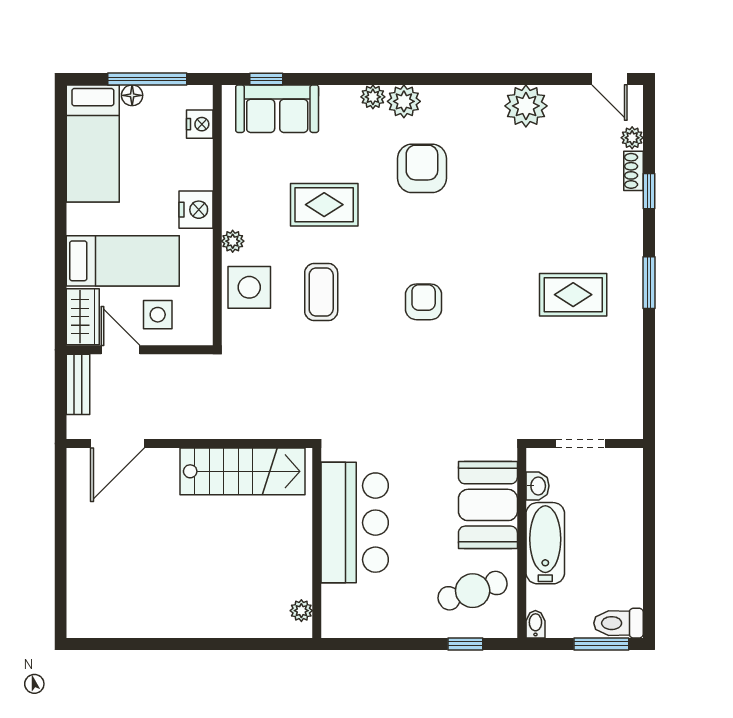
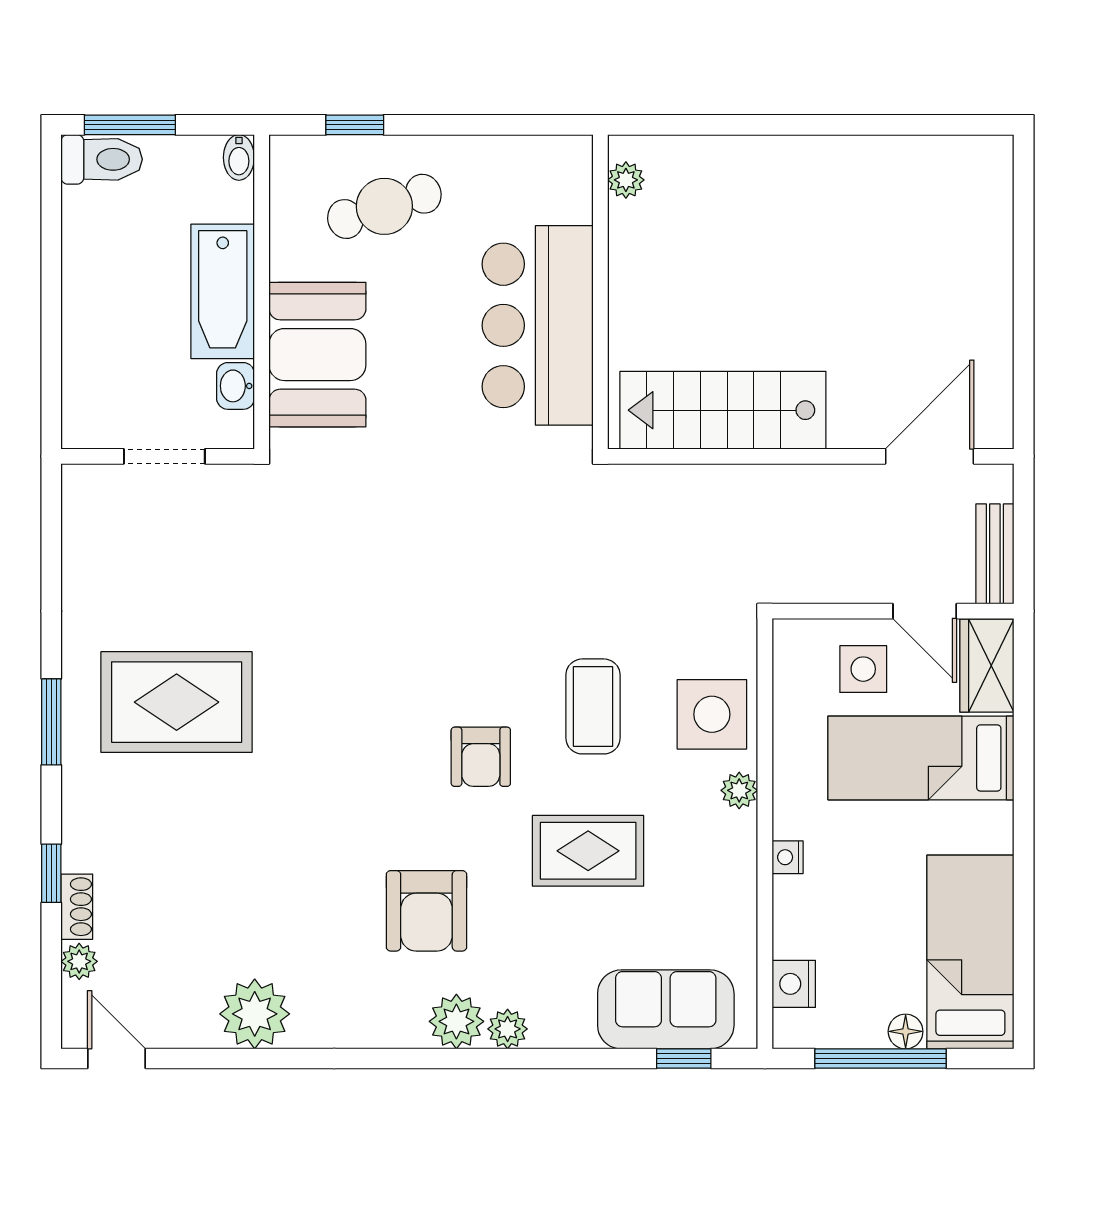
nightstand: (196, 210) -> (788, 857), width x0.53, depth x0.56
rug: (573, 295) -> (177, 702), width x1.36, depth x1.43
armchair: (424, 302) -> (481, 757), moved
cafe table: (473, 591) -> (384, 206), moved

